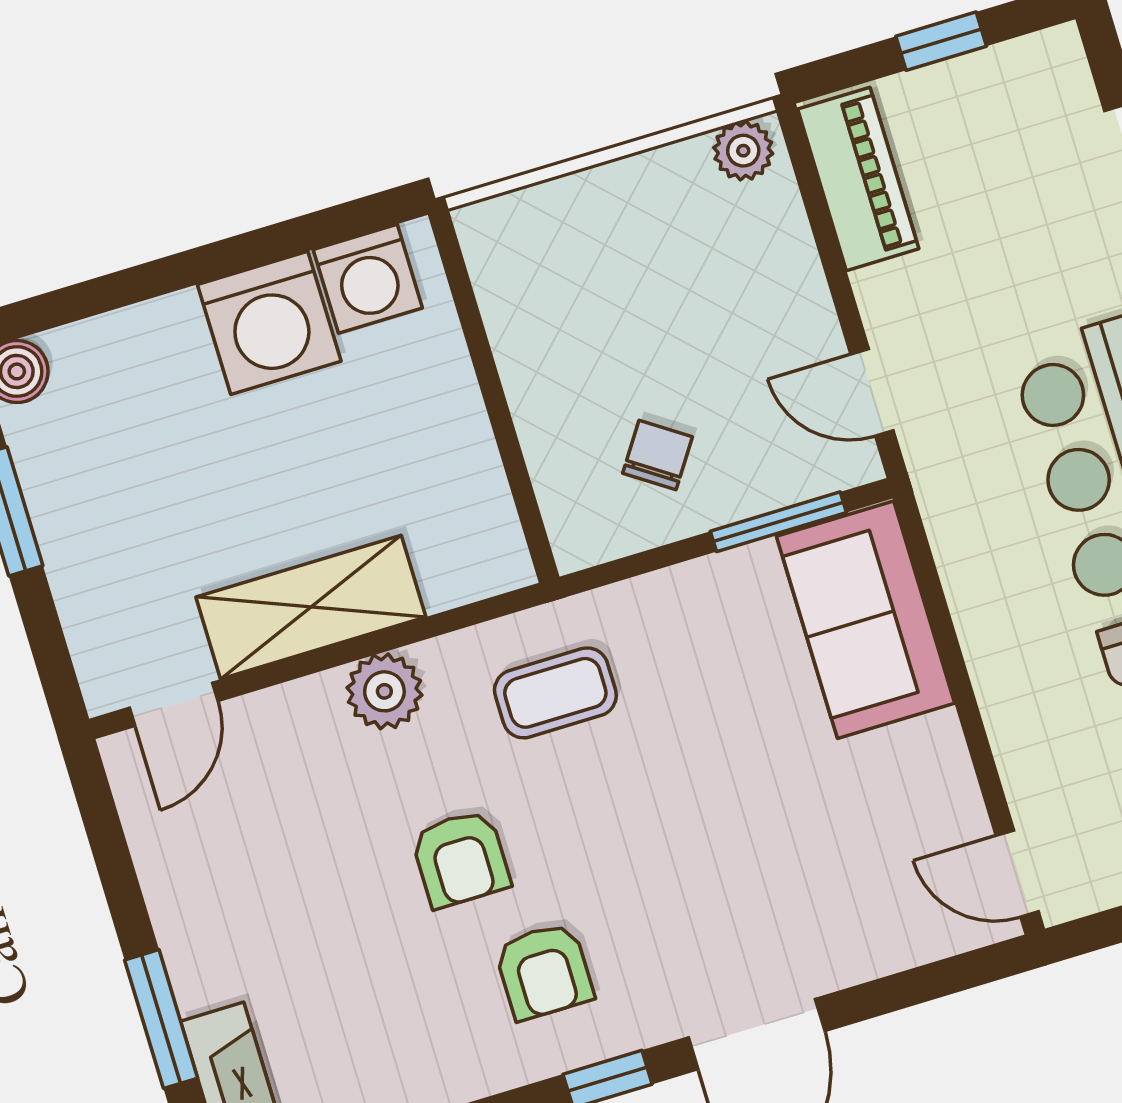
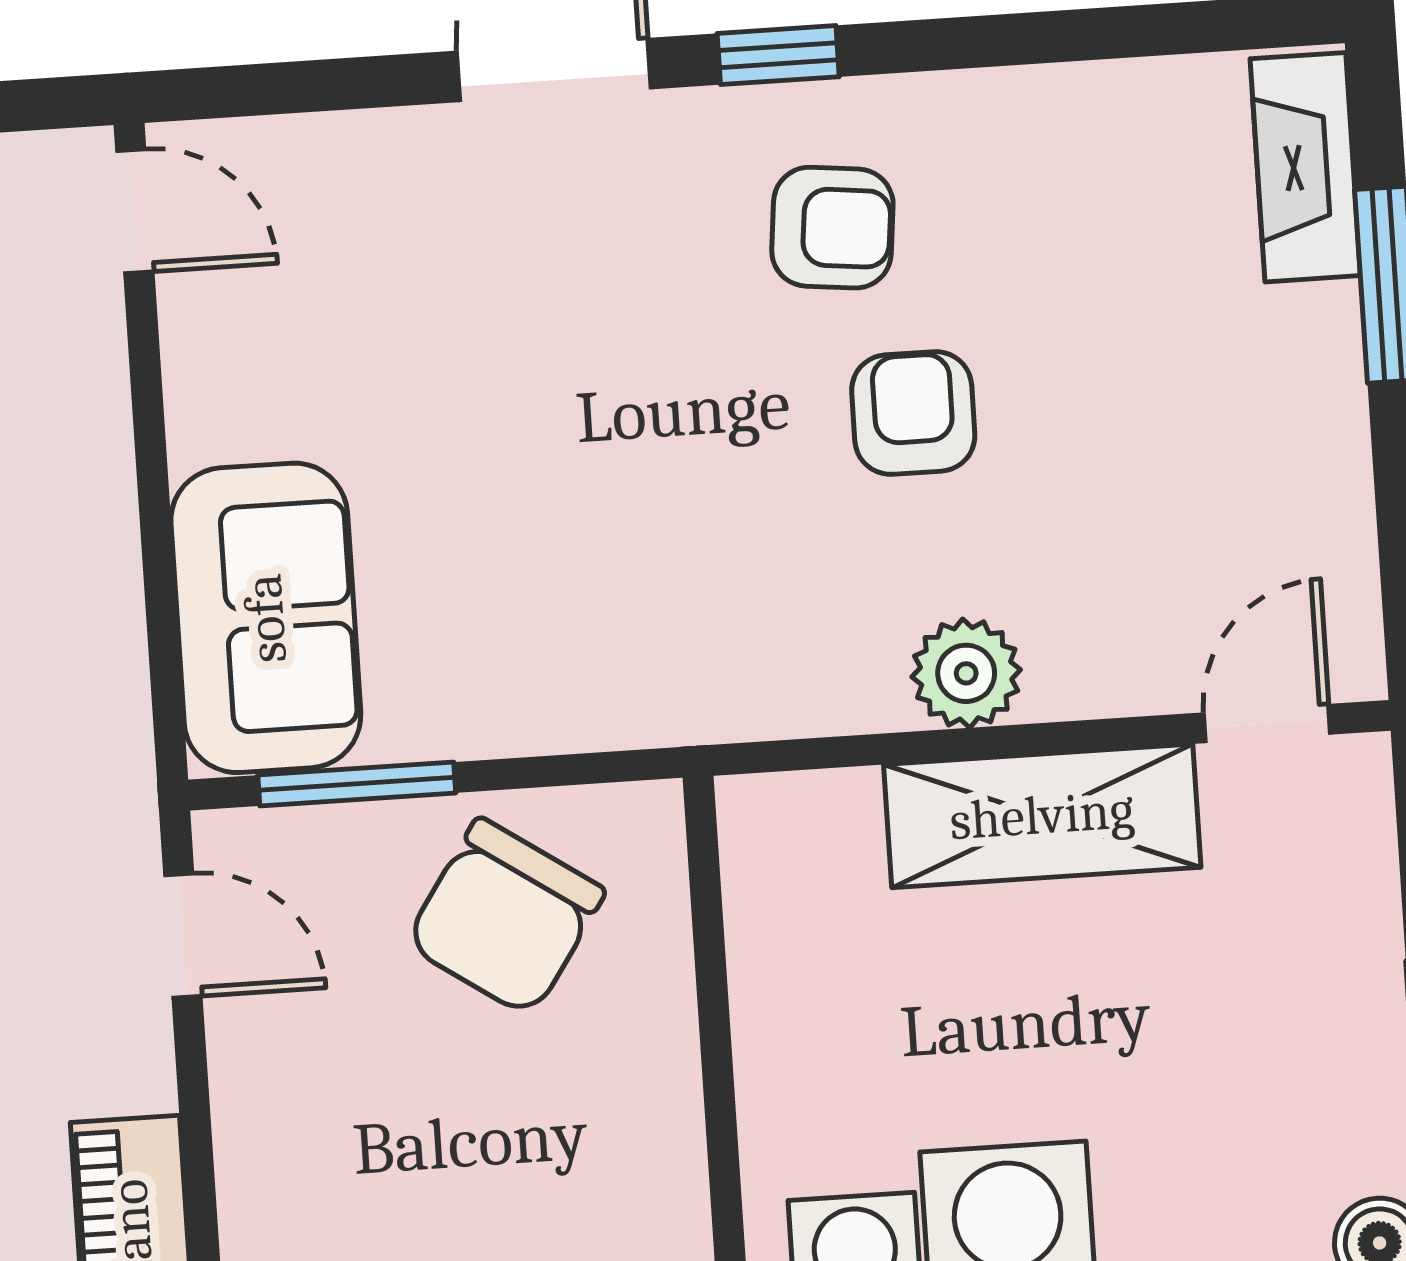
chair: (658, 455) -> (505, 917), width x1.87, depth x1.87
coffee table: (555, 693) -> (726, 616), removed
armchair: (544, 971) -> (832, 228), turned 96

